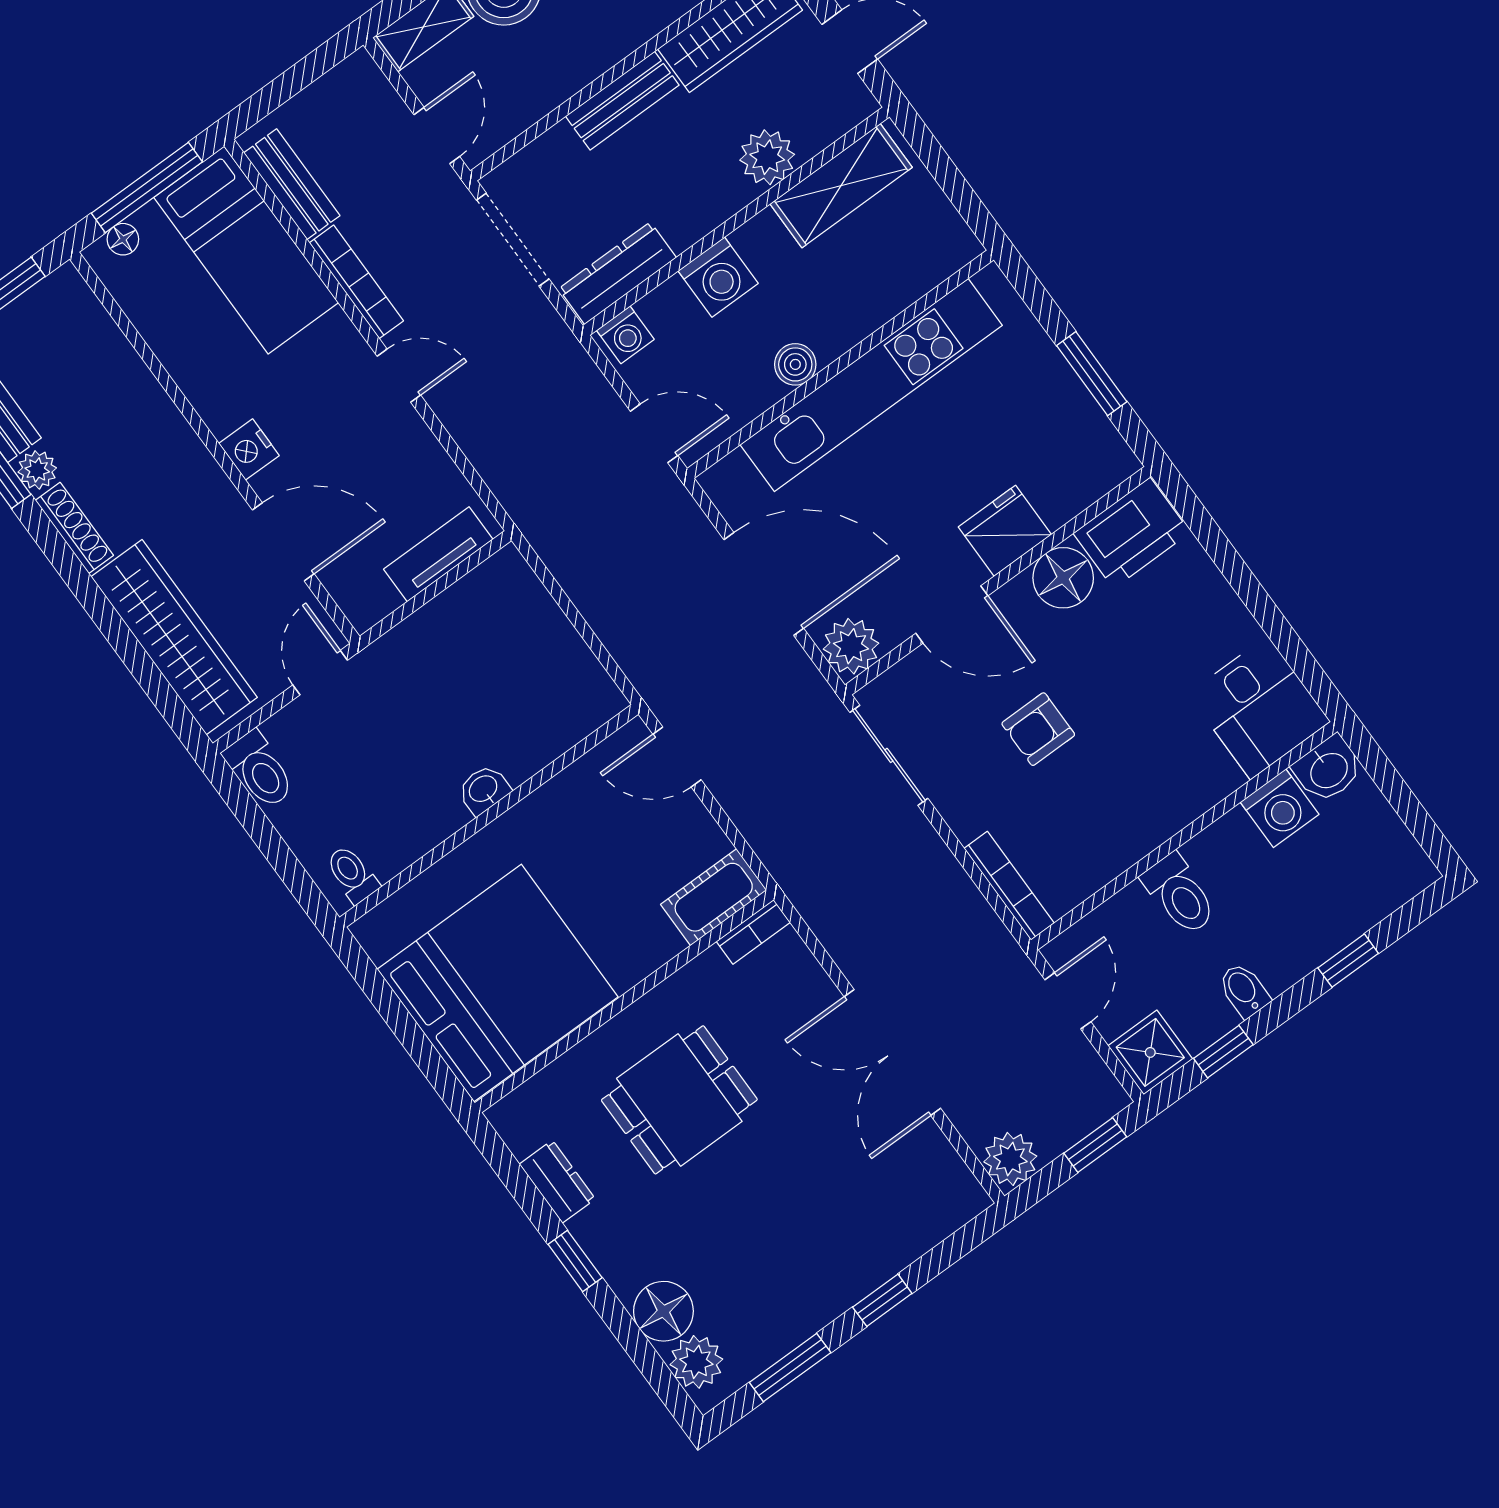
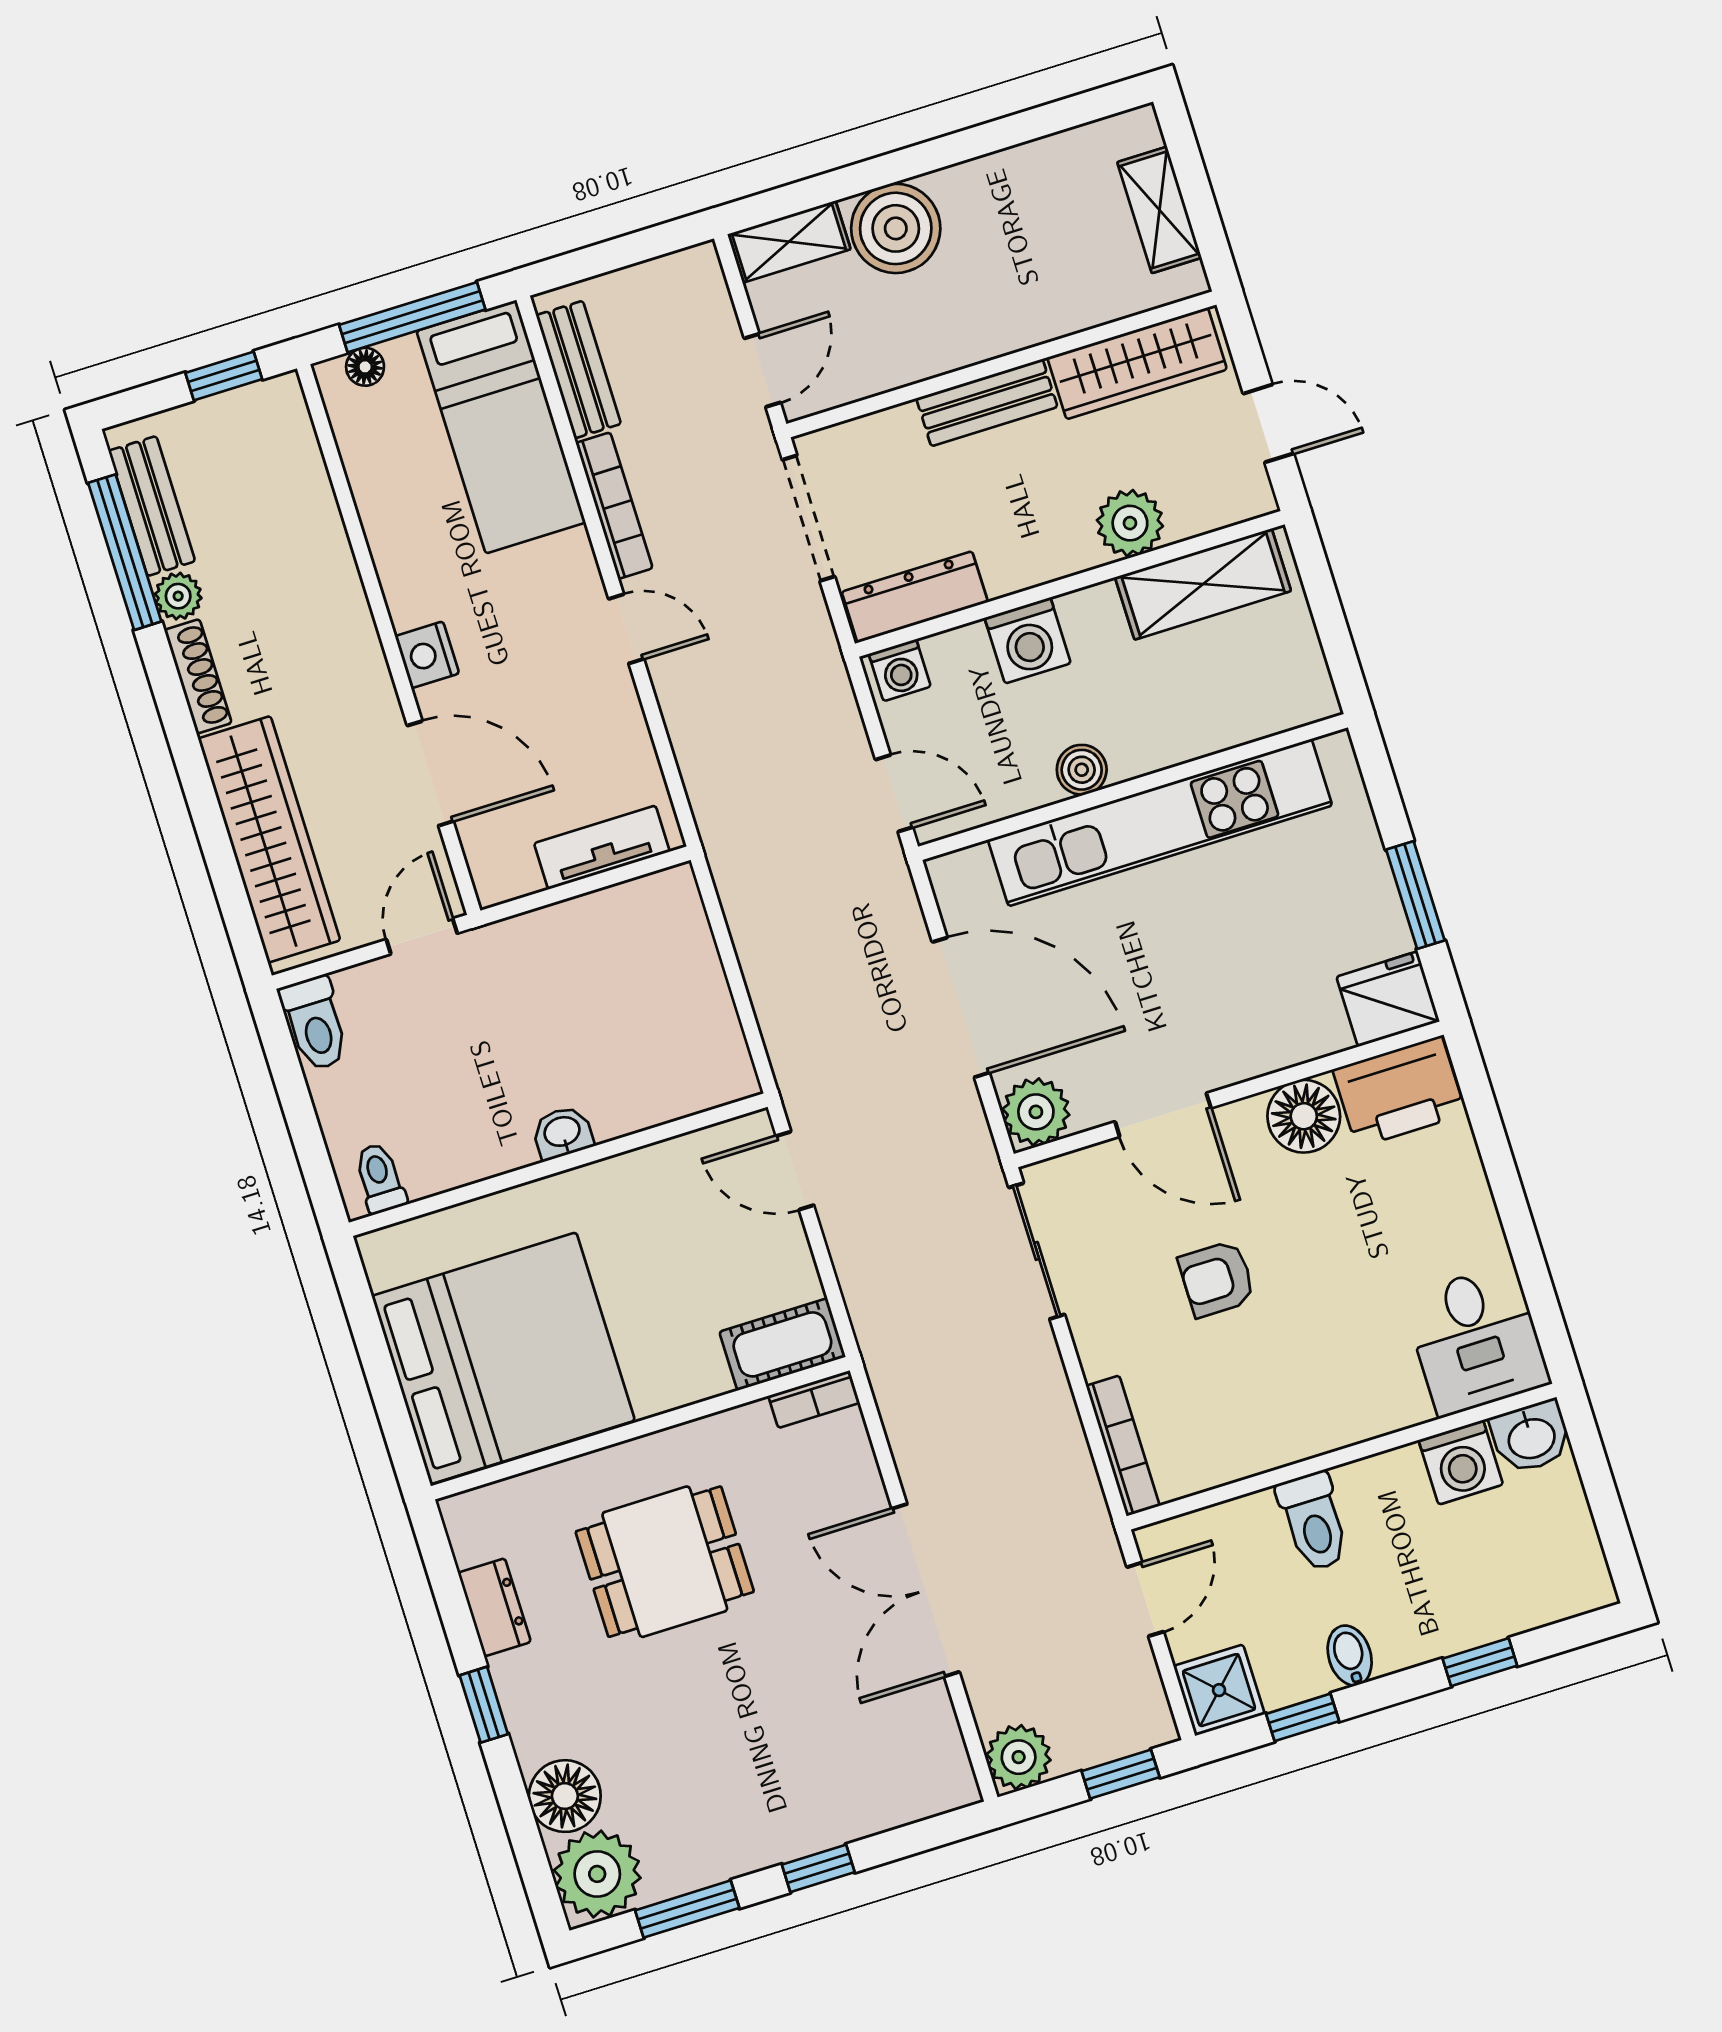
fridge: (1005, 531) -> (1388, 999), moved
plant: (696, 1362) -> (597, 1874), width x1.36, depth x1.36

